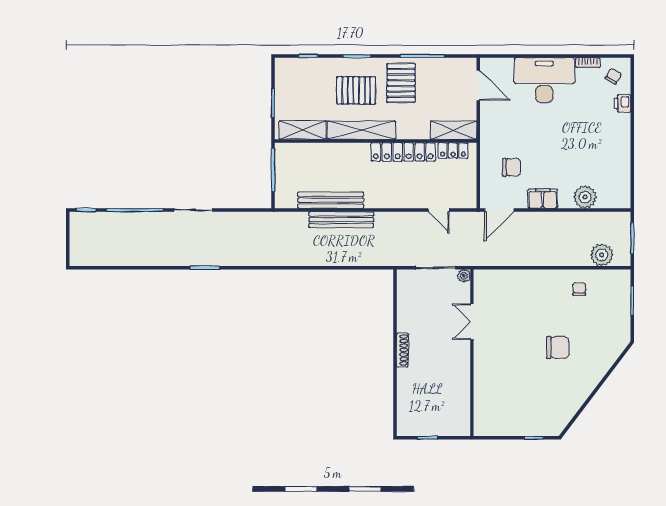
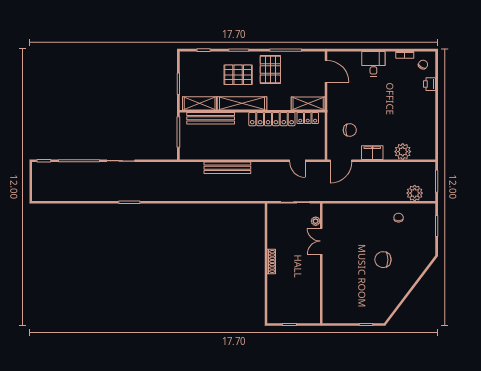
desk: (544, 80) -> (373, 64), width x0.53, depth x0.77
bench: (331, 200) -> (211, 118), moved
plant: (464, 276) -> (316, 221), moved
chair: (558, 347) -> (383, 260), turned 180

